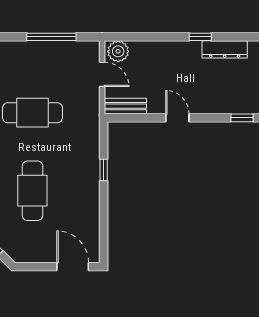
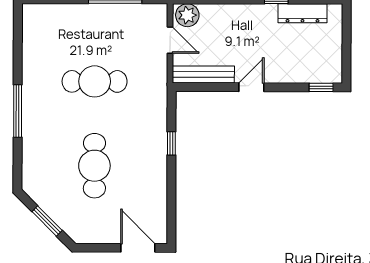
bench: (125, 106) -> (203, 74), width x1.36
door: (177, 118) -> (251, 87), hinge flipped

